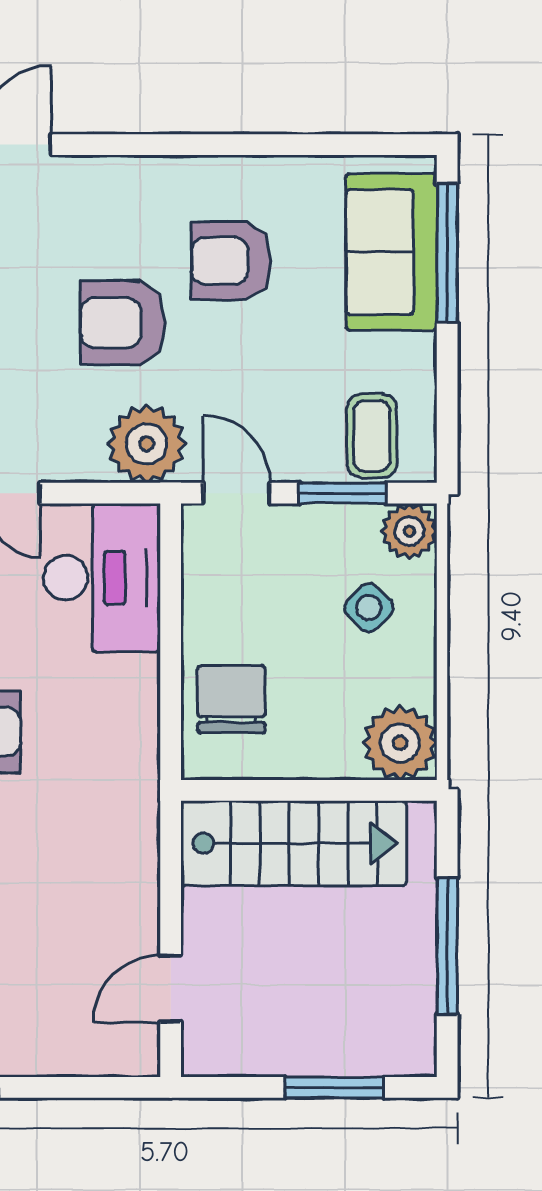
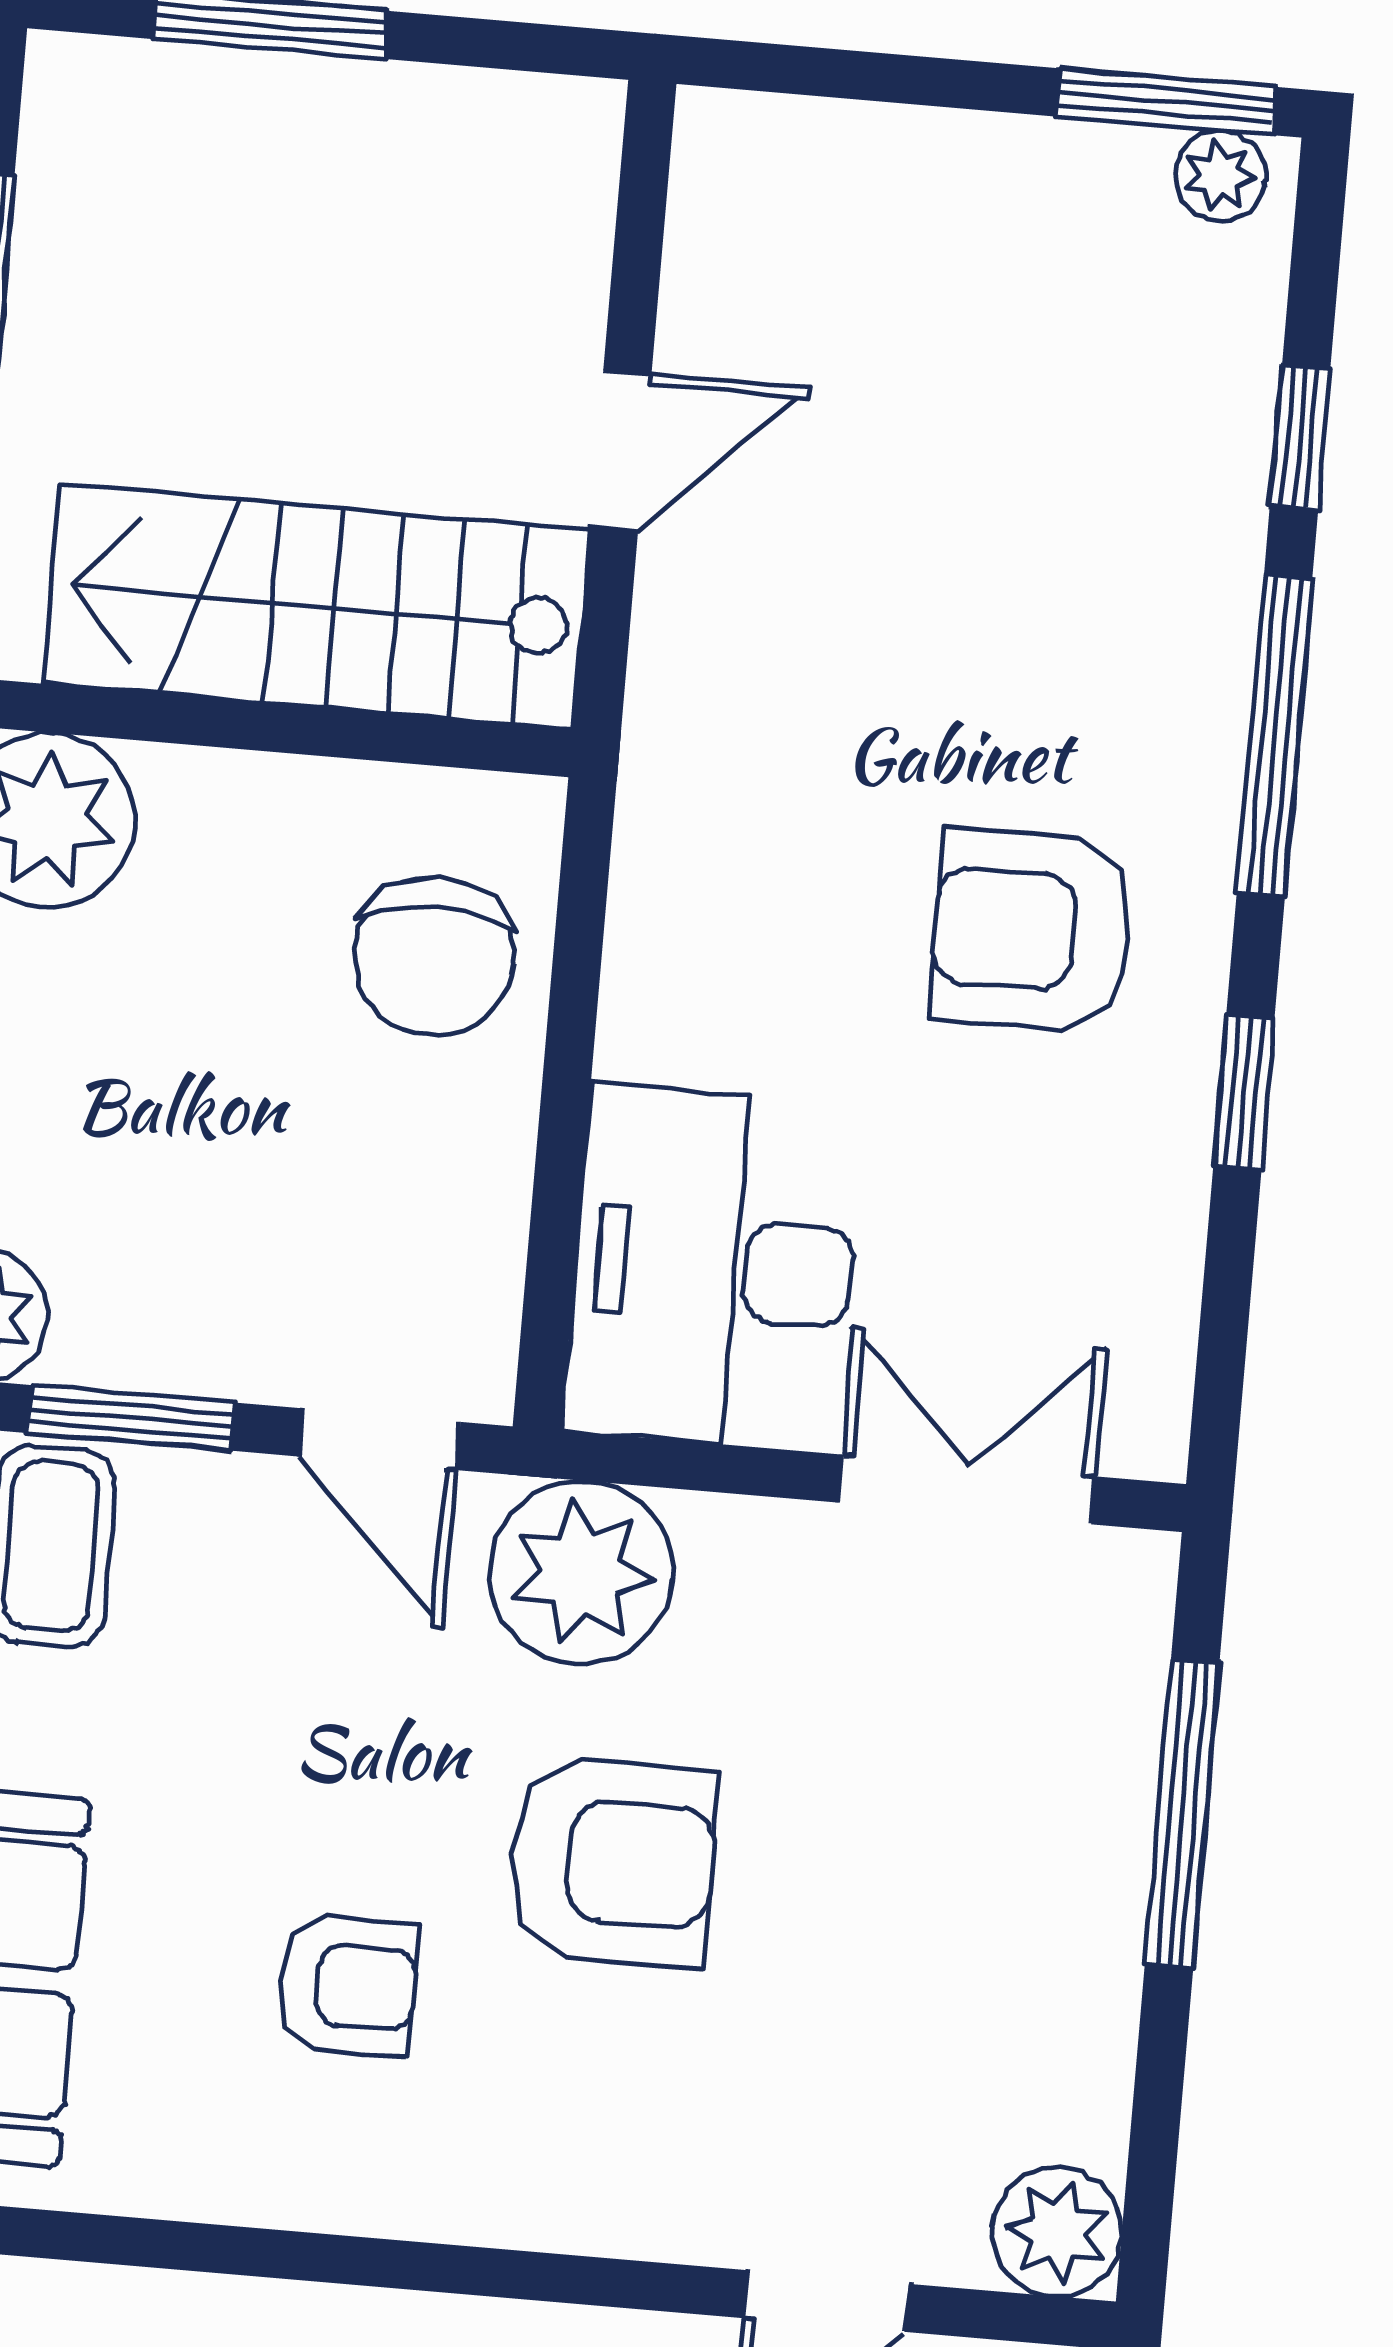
armchair: (231, 261) -> (347, 1986), width x0.72, depth x0.72
side table: (369, 608) -> (92, 1144), removed
door: (171, 989) -> (621, 451), moved

